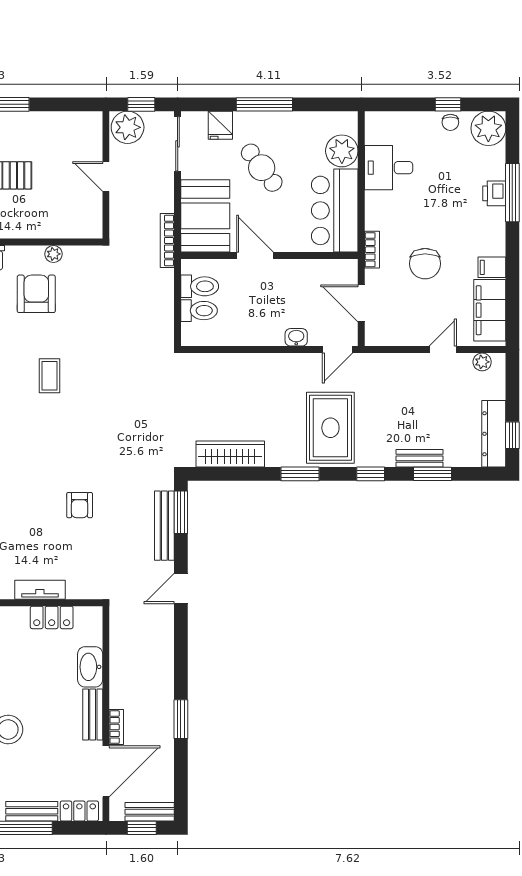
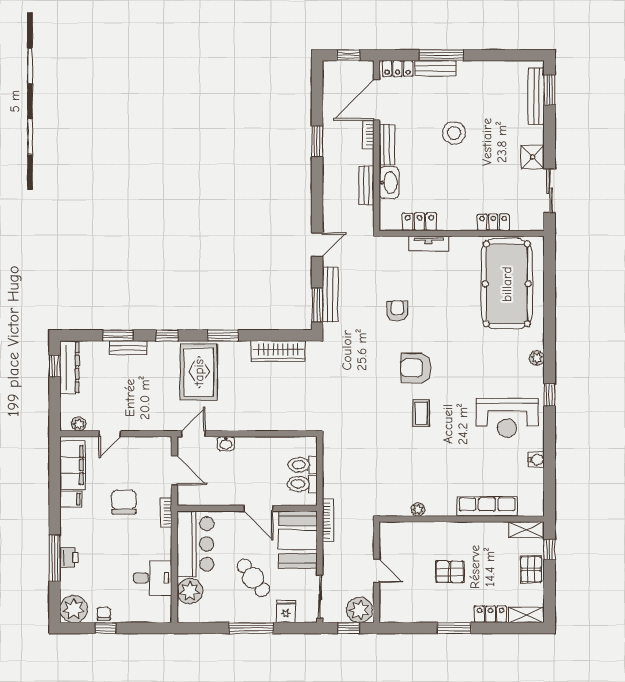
armchair: (36, 294) -> (416, 368), moved, turned 90
bench: (150, 812) -> (366, 185), moved, turned 90

